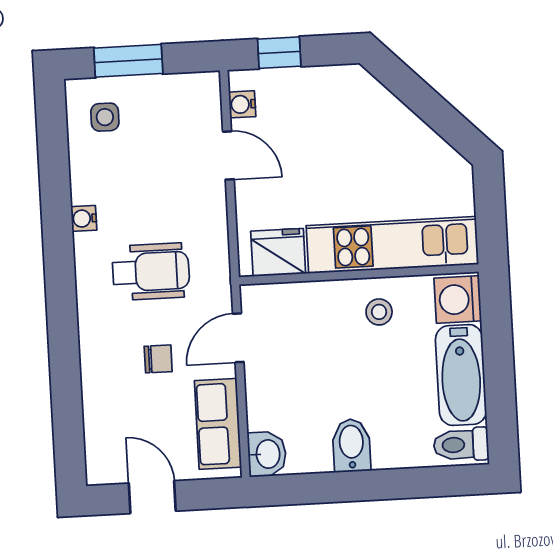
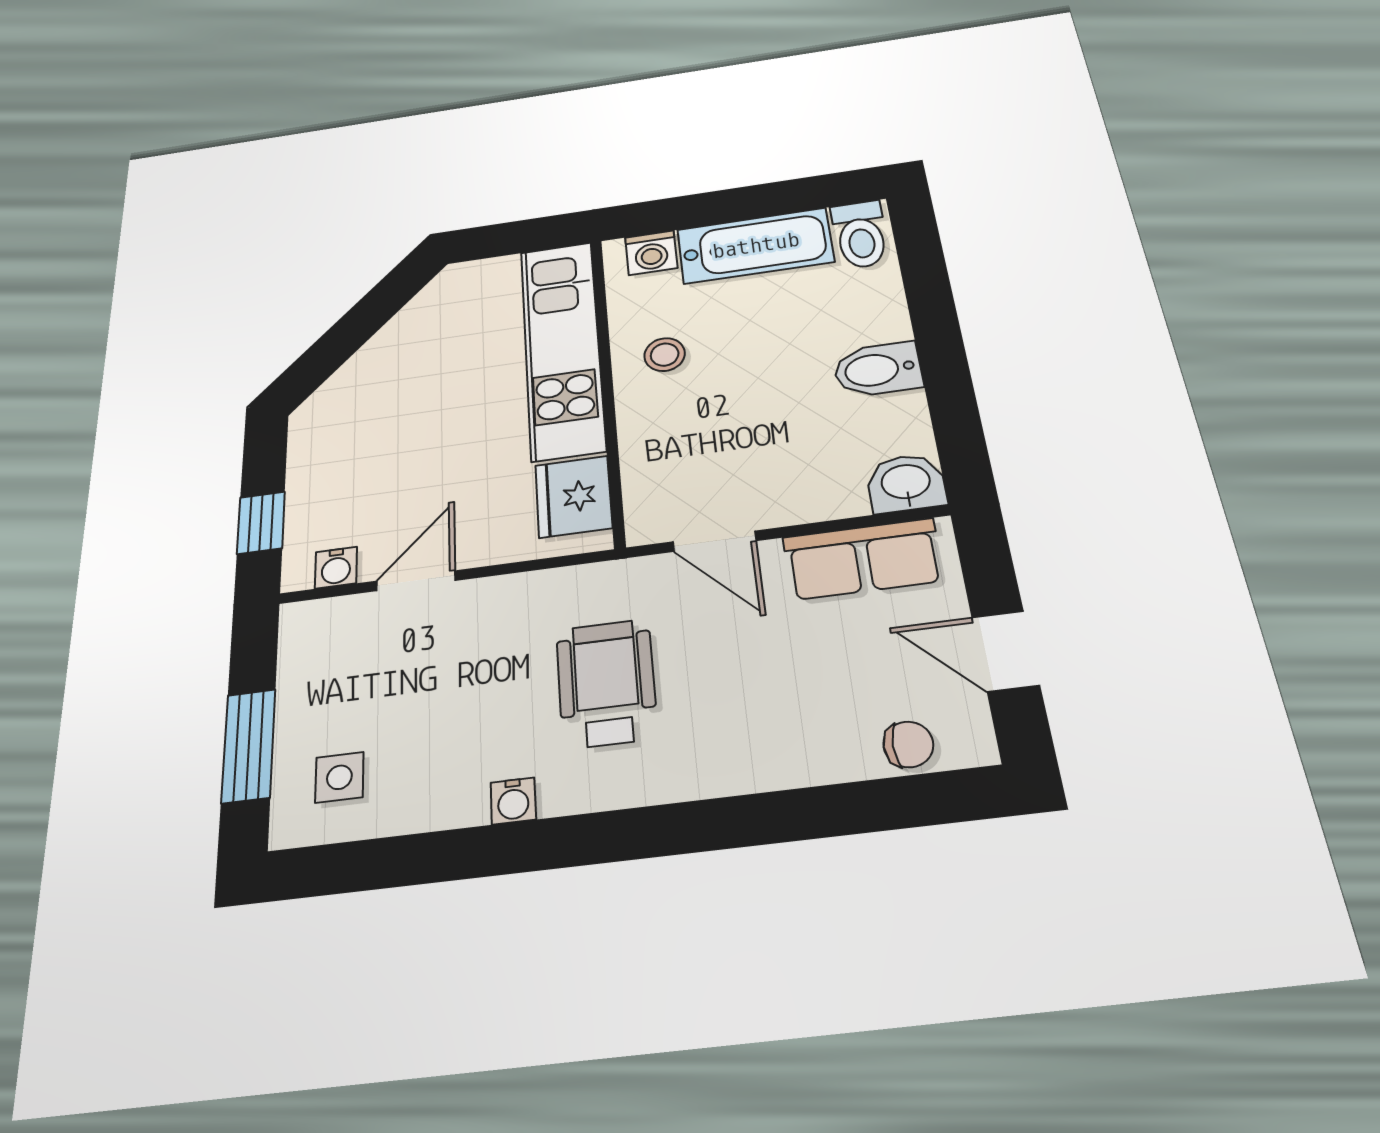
washing machine: (458, 299) -> (651, 253), width x0.73, depth x0.73
chair: (158, 359) -> (908, 744), moved, turned 90
door: (152, 497) -> (1005, 651), hinge flipped

